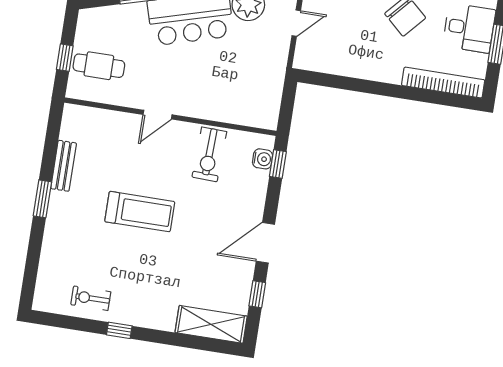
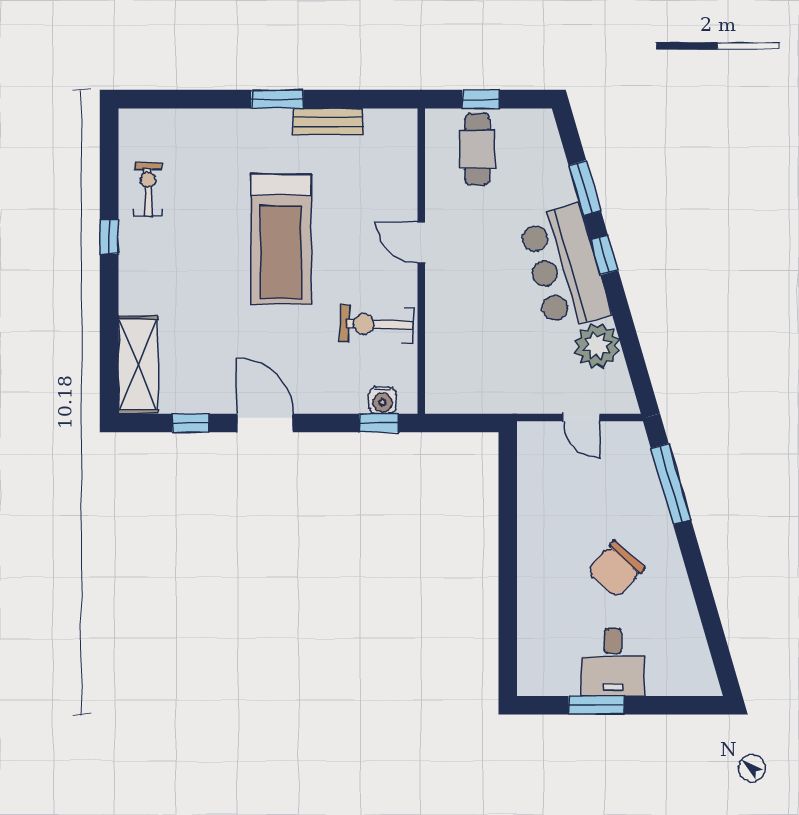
bookcase: (443, 83) -> (530, 638), removed
treadmill: (140, 212) -> (281, 239), width x1.37, depth x1.38

